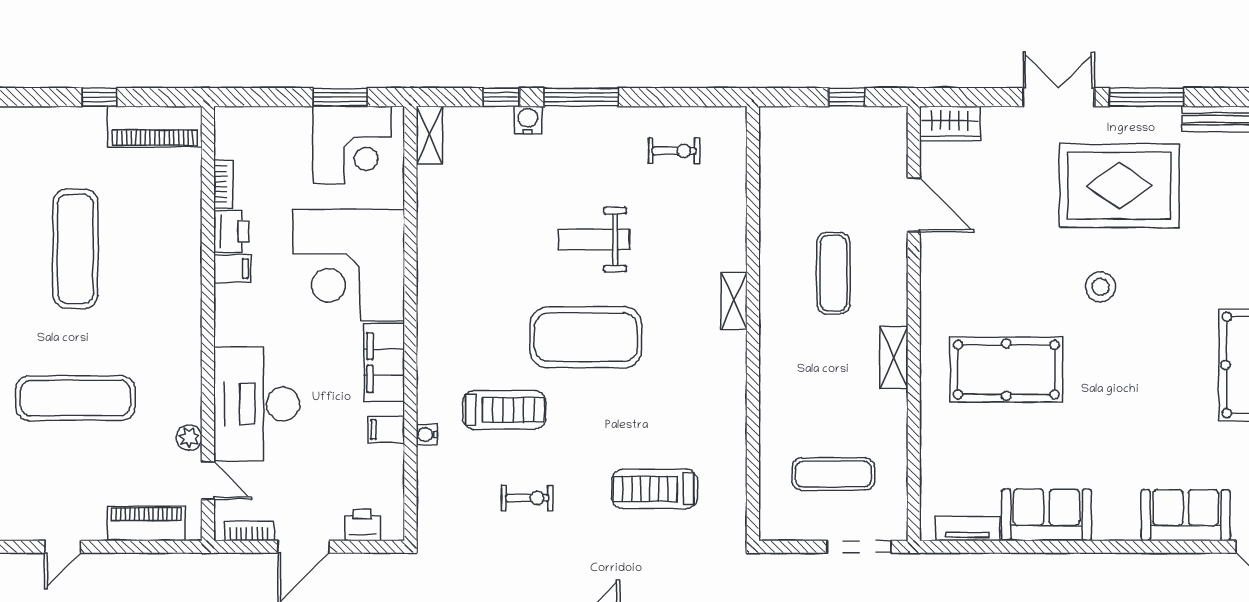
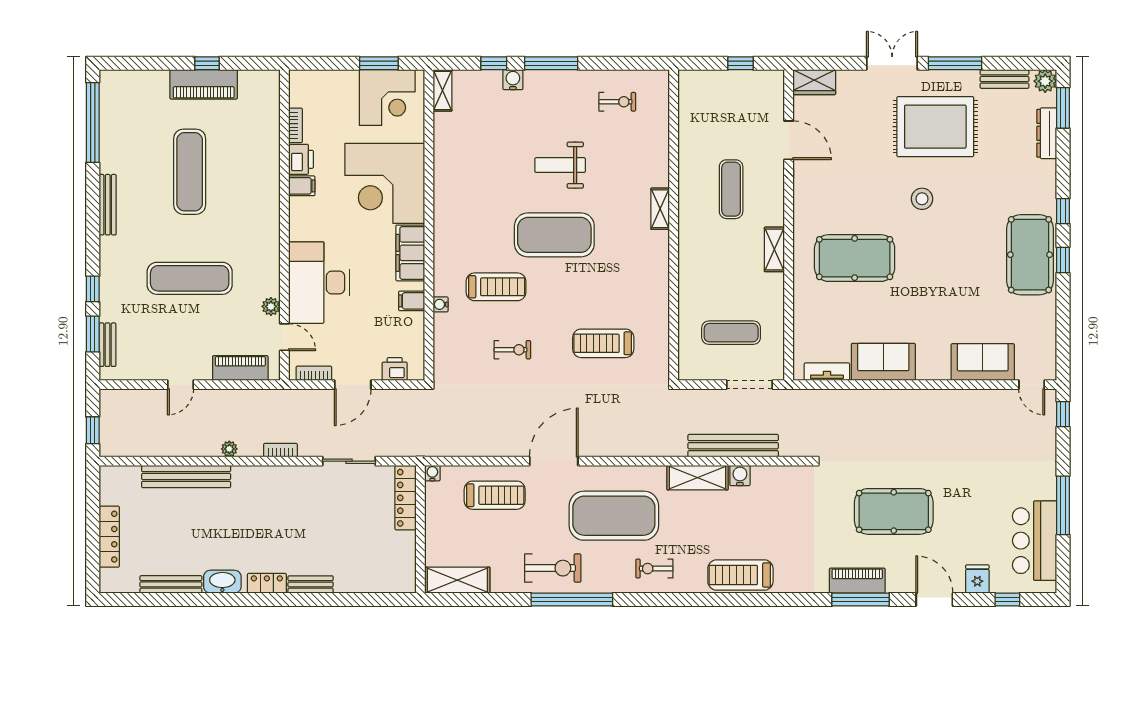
piano: (155, 127) -> (204, 84), moved

